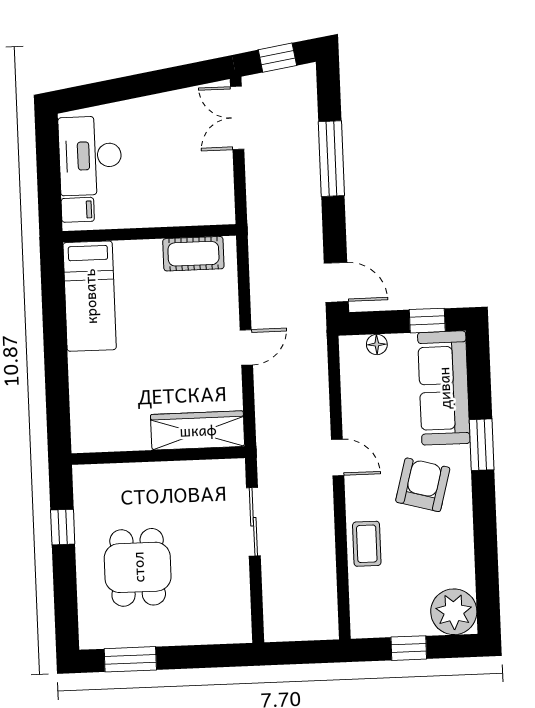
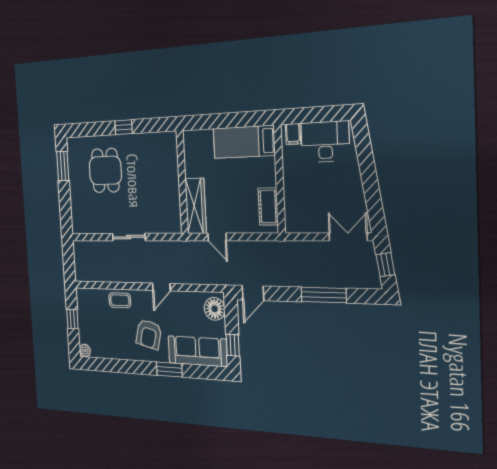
floor lamp: (377, 344) -> (215, 309), width x1.89, depth x1.89
wardrobe: (198, 430) -> (196, 206), moved
wall: (158, 456) -> (182, 182), moved
armchair: (423, 485) -> (149, 334), turned 89
dining table: (138, 567) -> (105, 170), turned 90
plant: (454, 612) -> (85, 350), width x0.53, depth x0.53

